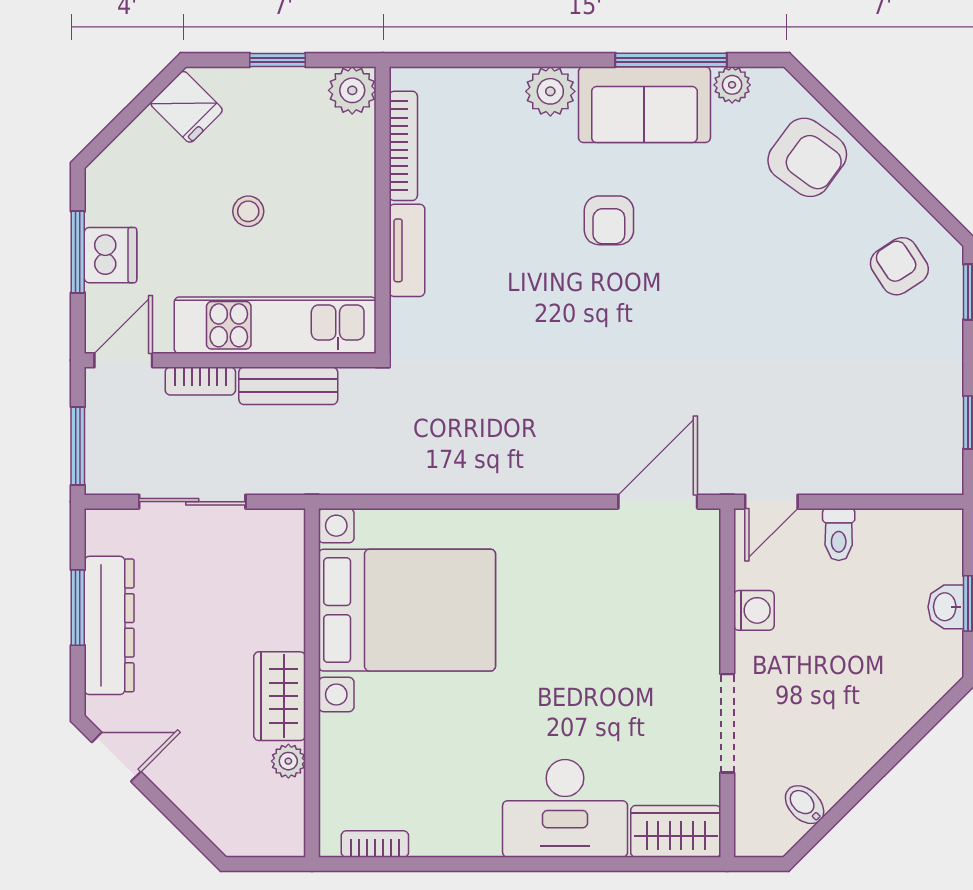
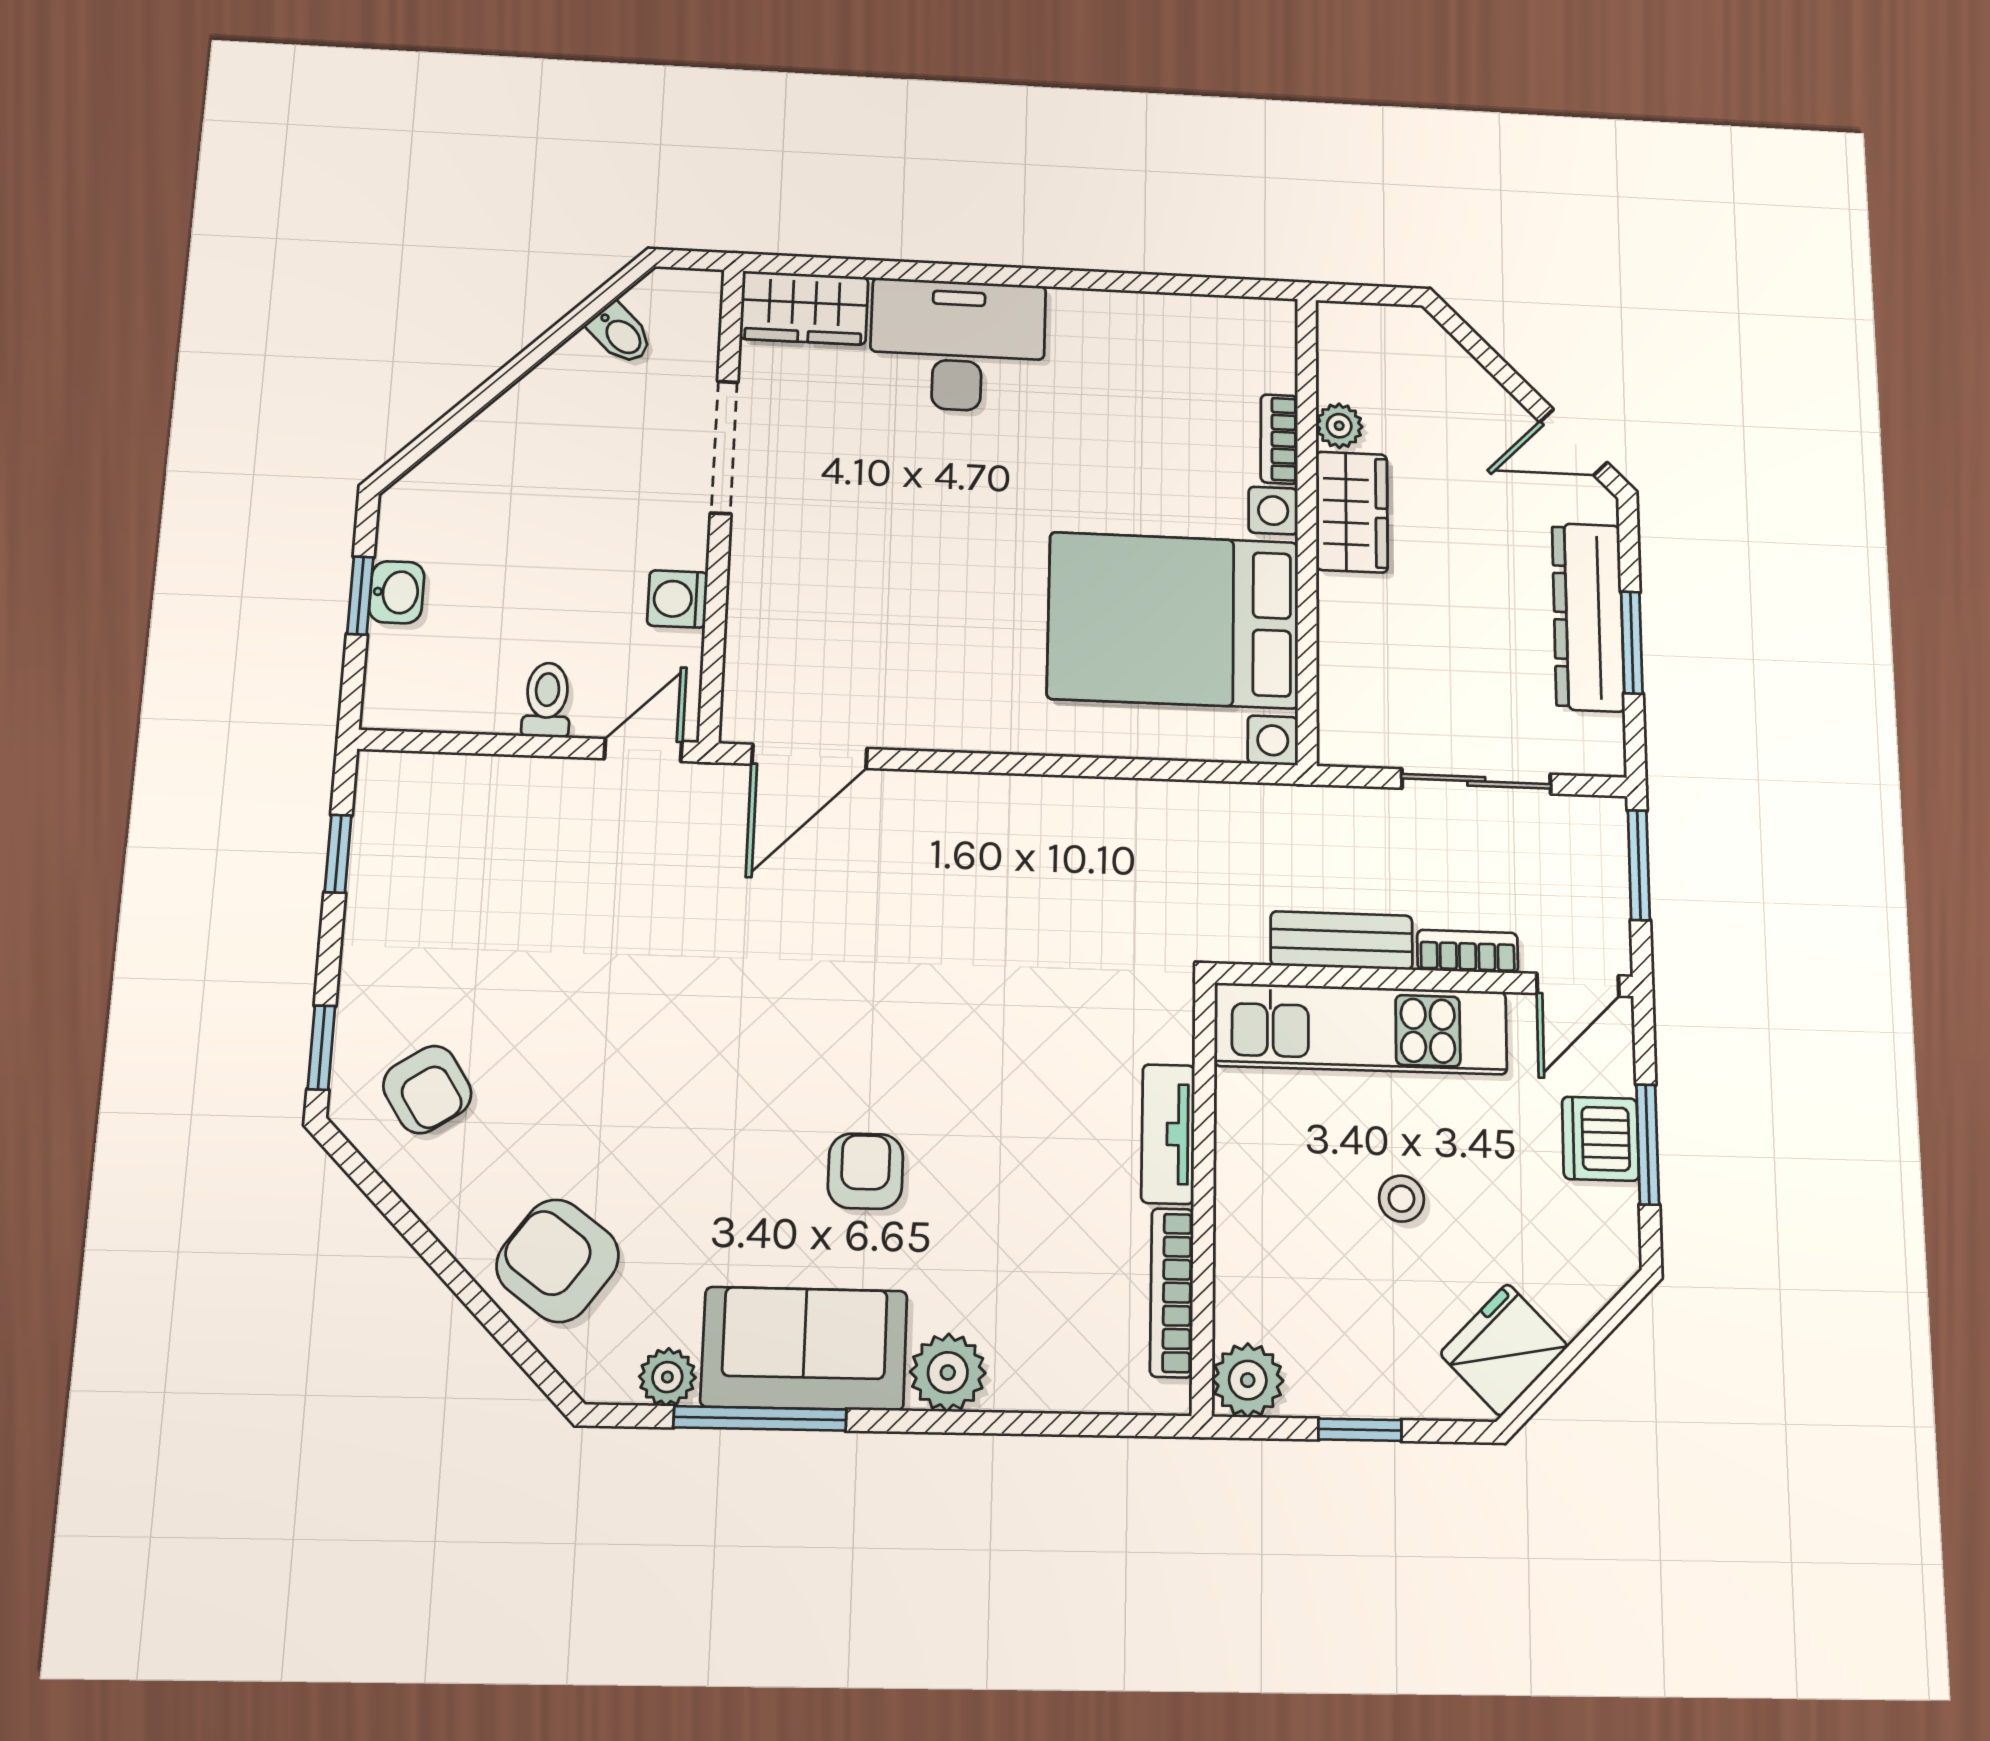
fridge: (187, 107) -> (1504, 1350), width x1.38
bookcase: (375, 844) -> (1279, 439), moved, turned 90

